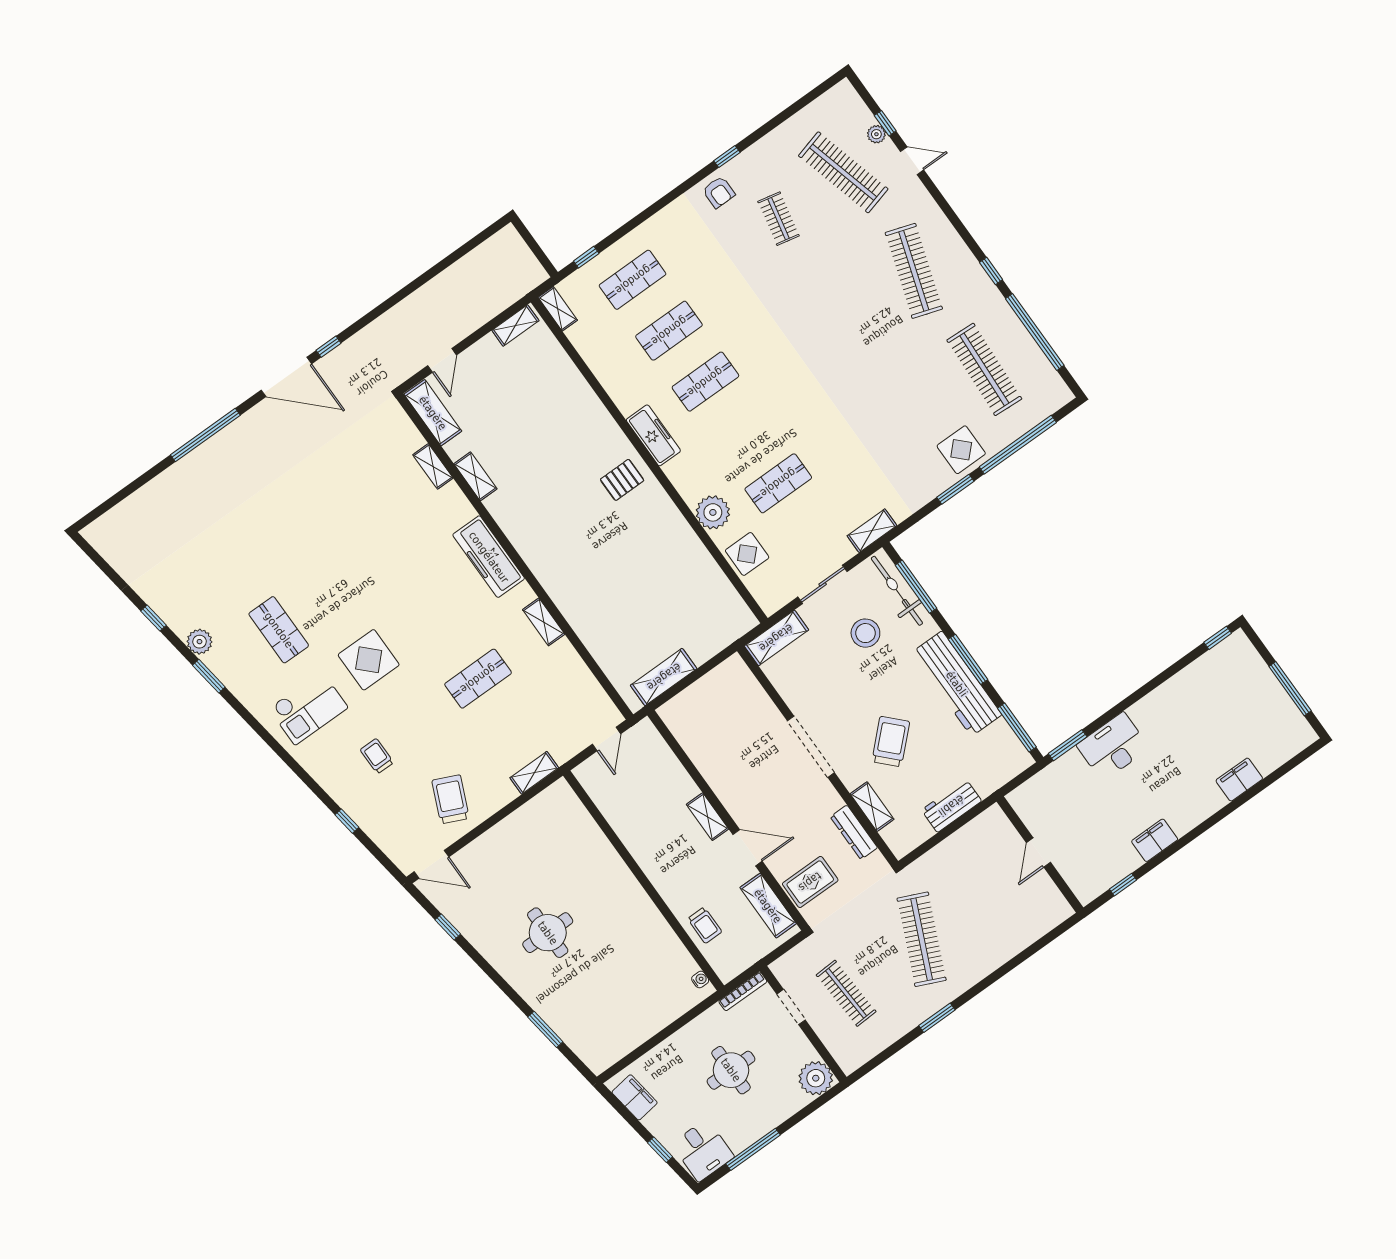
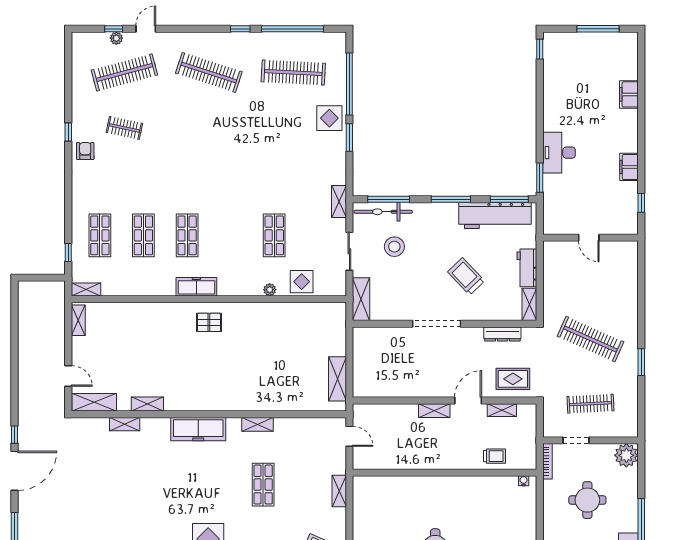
armchair: (719, 192) -> (85, 151), turned -90
pallet: (622, 480) -> (209, 322), turned 90
plant: (713, 512) -> (270, 290), width x0.53, depth x0.53
workbench: (957, 684) -> (495, 216), moved
shelving: (872, 807) -> (529, 304), moved, turned 90
rug: (810, 882) -> (513, 379), turned 90
shelving: (768, 906) -> (502, 410), width x0.67, depth x0.75

